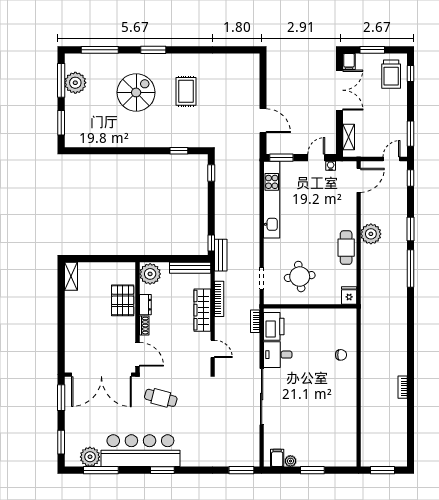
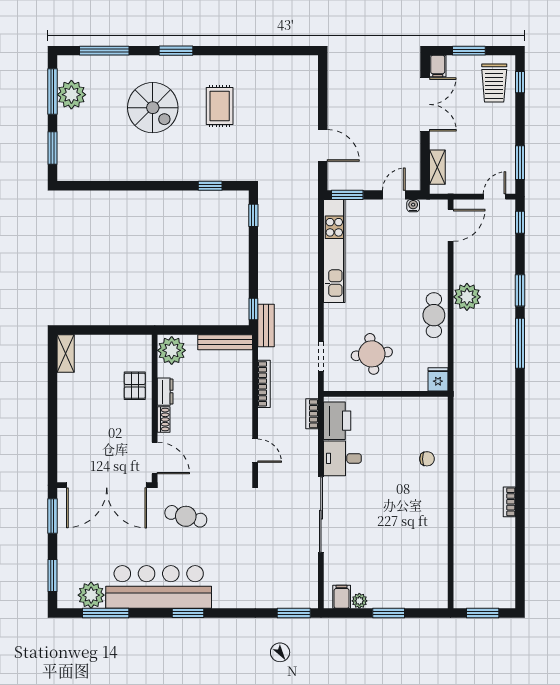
spiral stairs: (136, 92) -> (153, 108), turned 90
pallet: (123, 300) -> (135, 386), width x0.67, depth x0.71
wardrobe: (202, 310) -> (241, 399), removed

